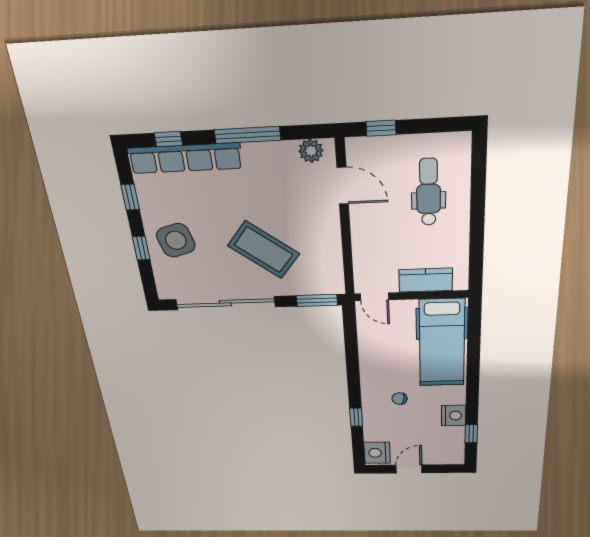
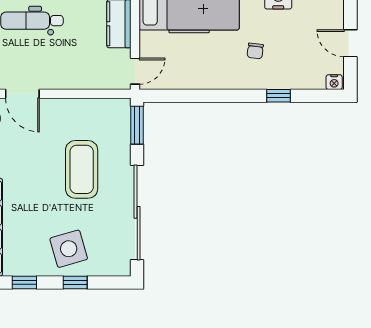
door: (343, 186) -> (22, 94), swing flipped
coffee table: (264, 250) -> (82, 169), turned -38
nightstand: (377, 453) -> (334, 82), width x0.53, depth x0.56

